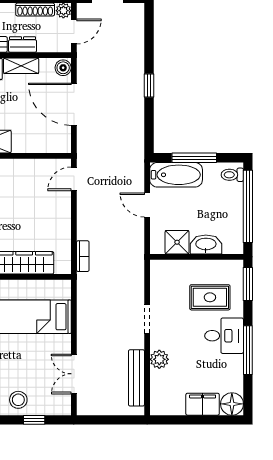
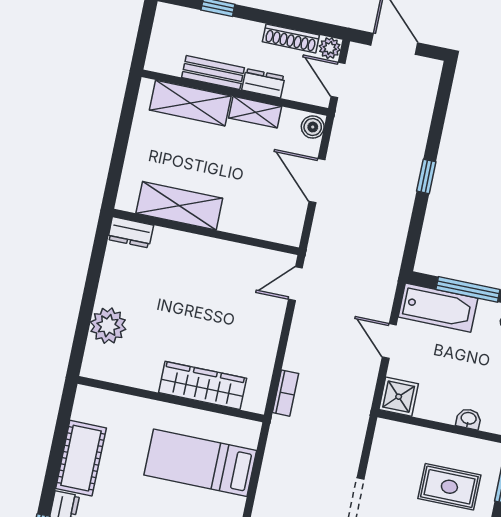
door: (74, 32) -> (338, 80), swing flipped
door: (74, 104) -> (317, 181), width x0.73
shower: (177, 242) -> (399, 397), moved
washbasin: (206, 245) -> (469, 419), width x0.52, depth x0.69

